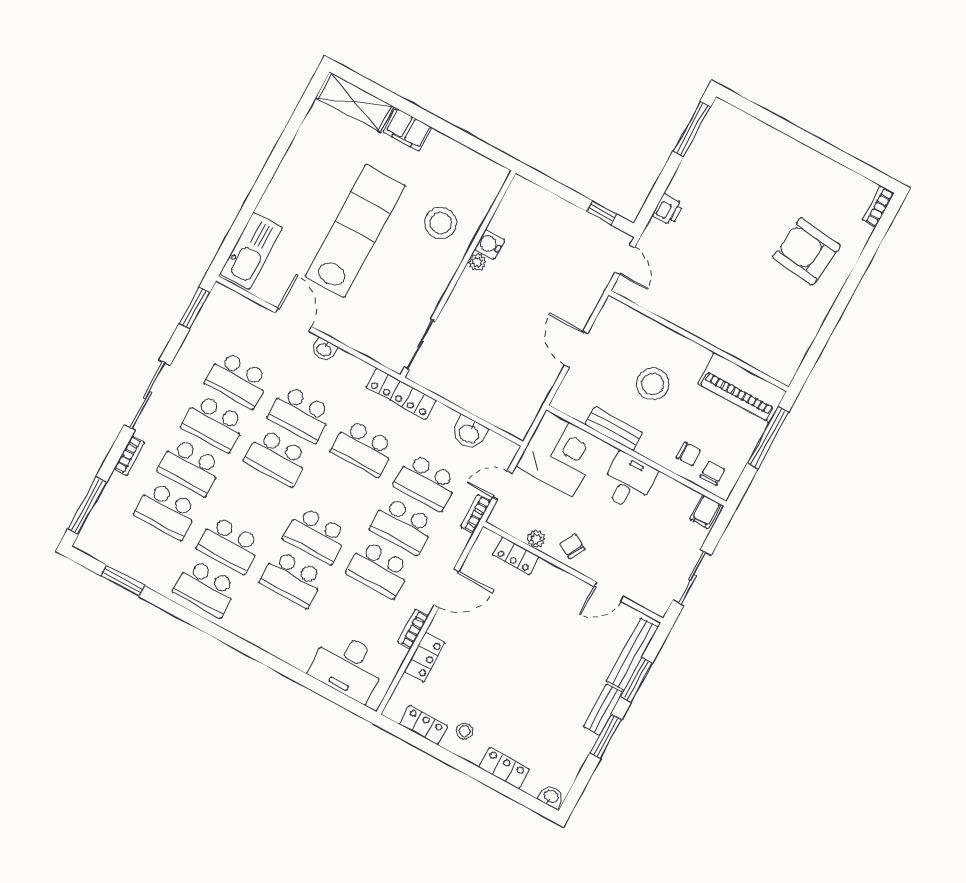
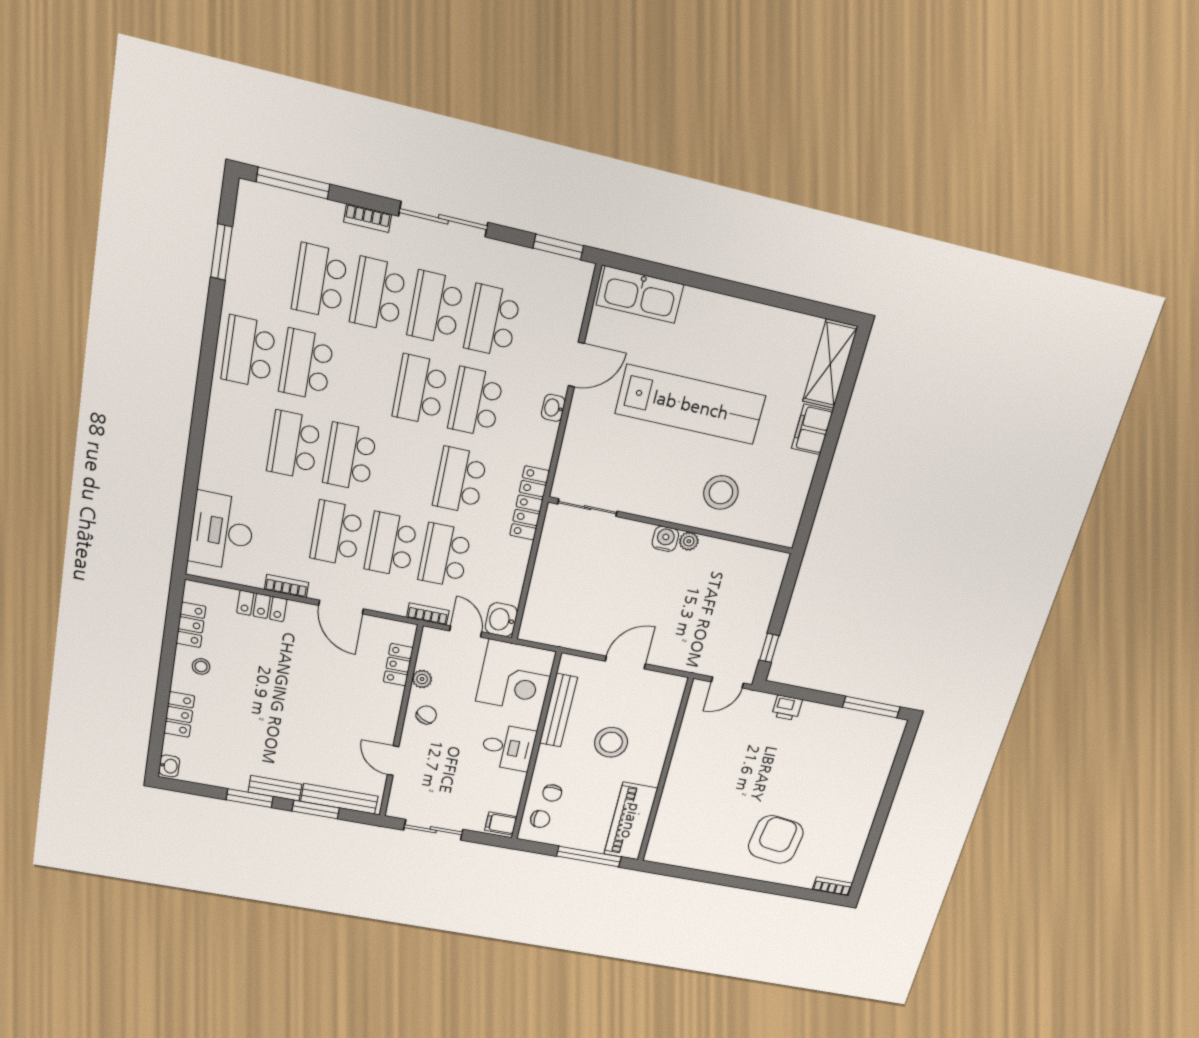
water cooler: (490, 244) -> (665, 539), moved
bench: (614, 429) -> (558, 710), width x1.36
washbasin: (469, 433) -> (501, 620), moved

